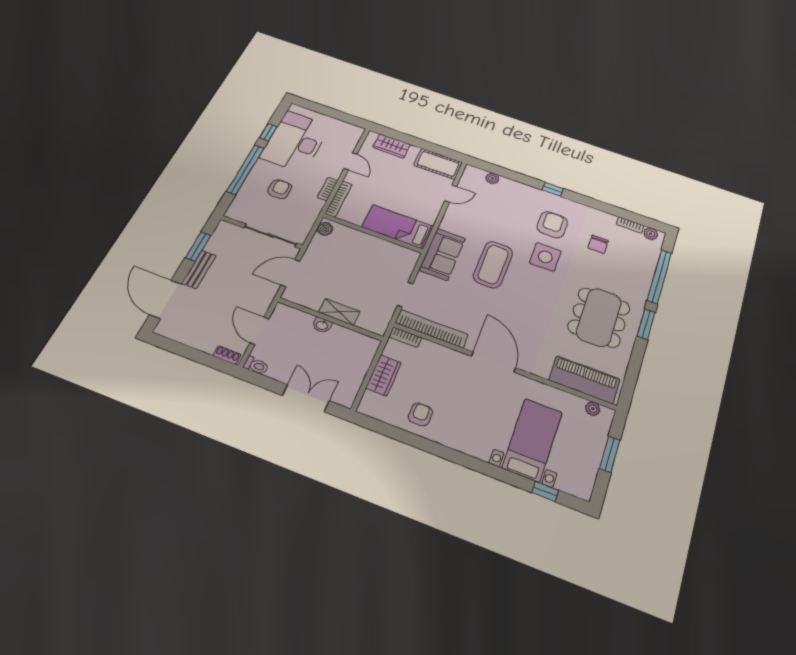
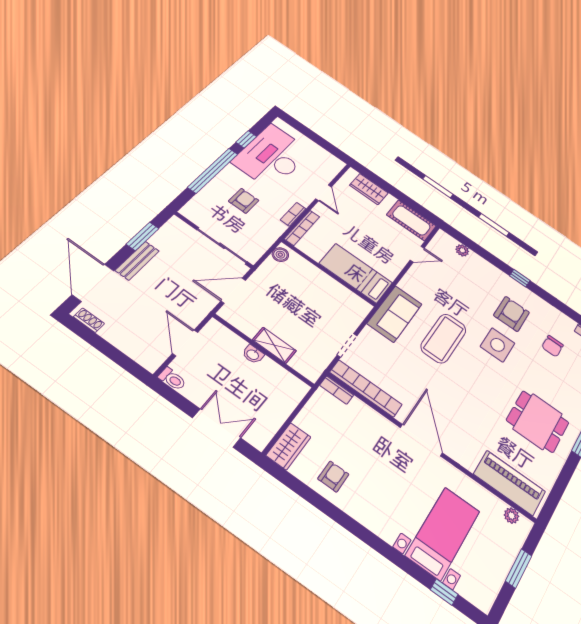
dining table: (599, 317) -> (538, 421), width x0.73
shoe rack: (227, 355) -> (89, 320), moved
wardrobe: (384, 375) -> (289, 446), moved

